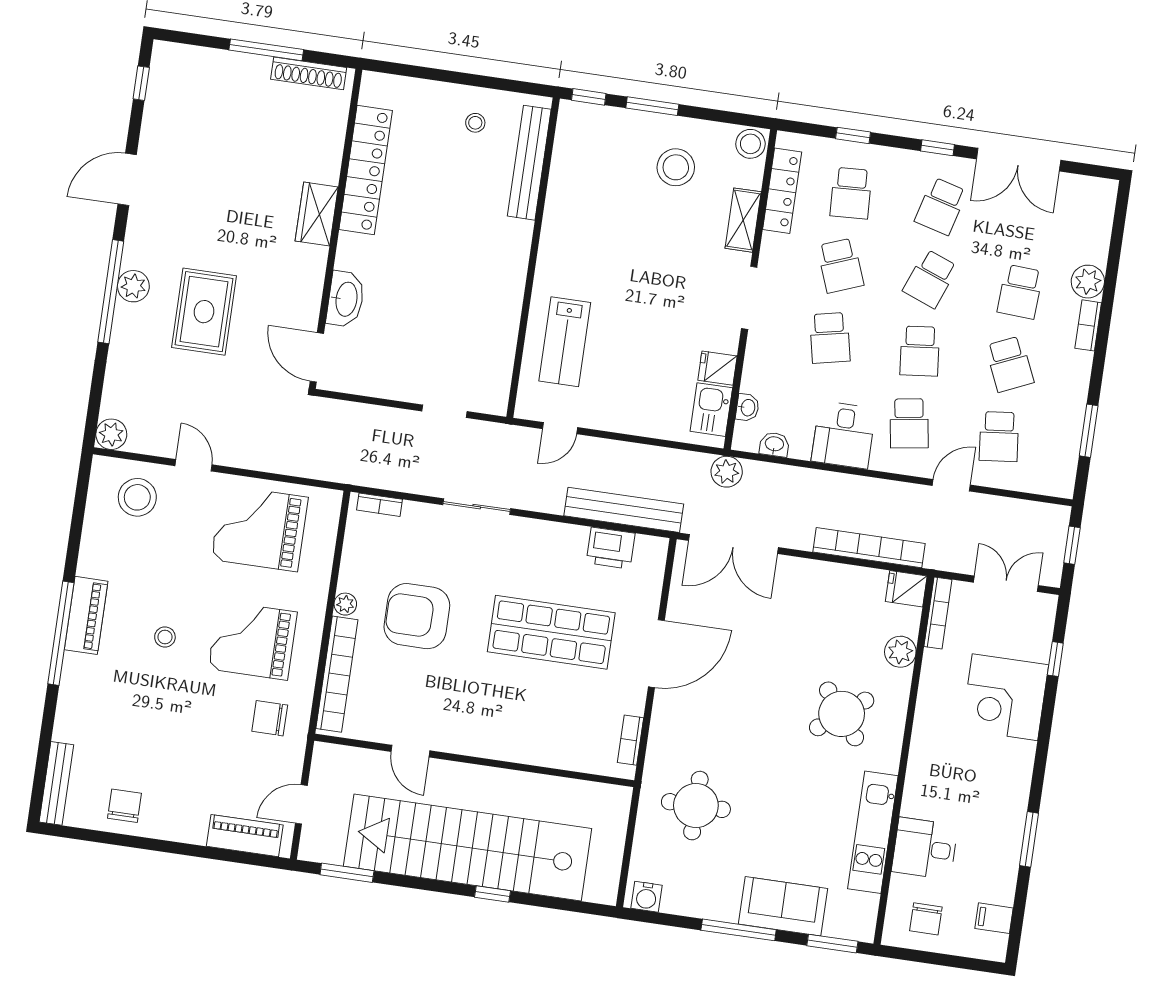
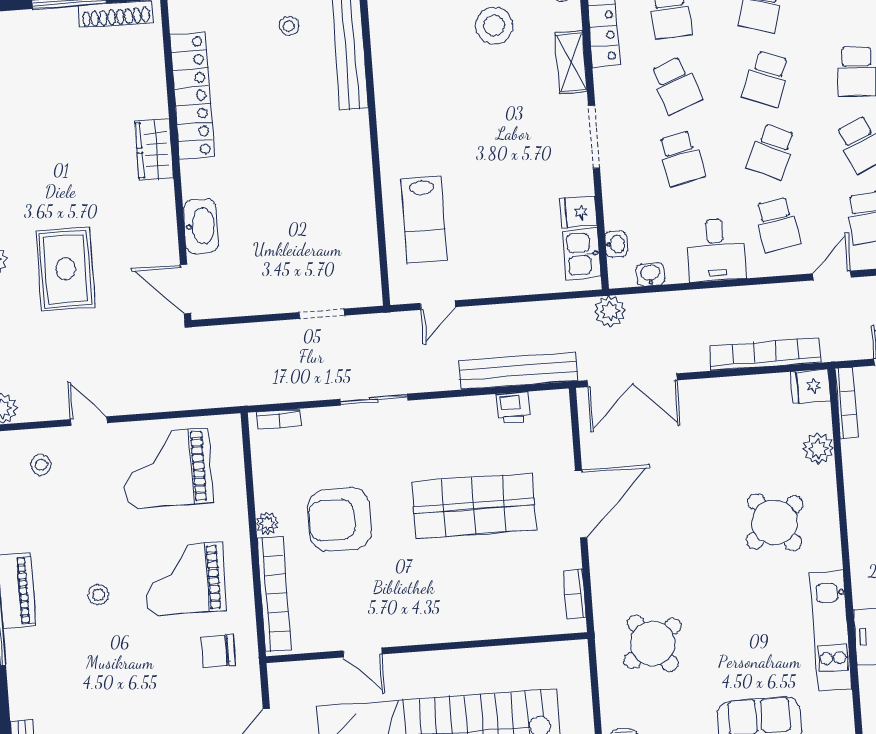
school desk: (920, 351) -> (772, 152), turned 30
stool: (137, 497) -> (41, 465), width x0.53, depth x0.53
printer: (611, 548) -> (513, 407), width x0.73, depth x0.81
round table: (696, 806) -> (653, 643), turned -36

